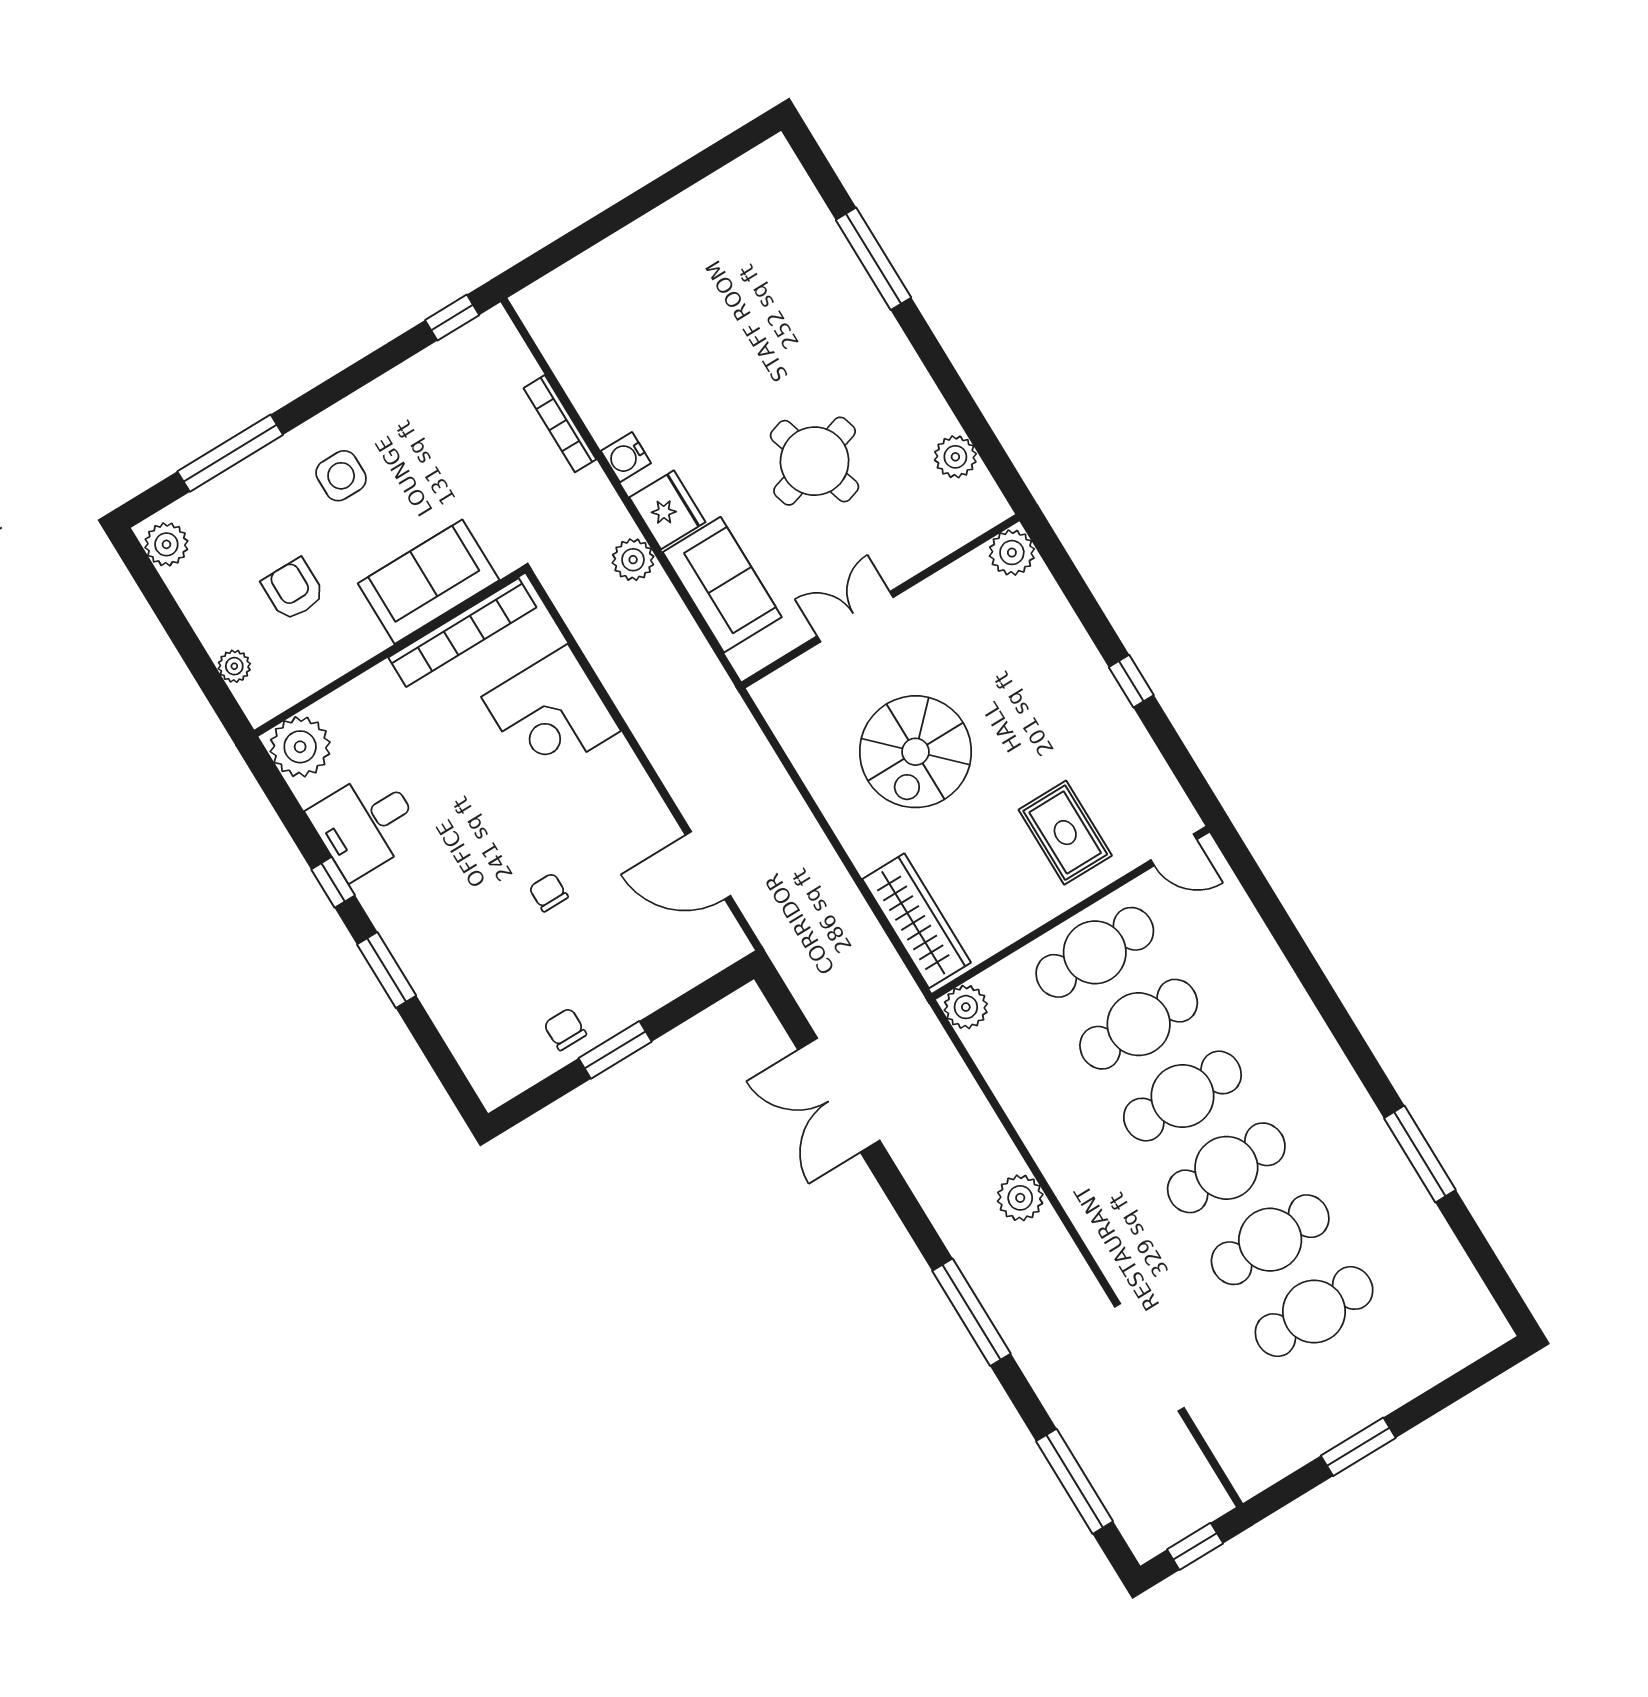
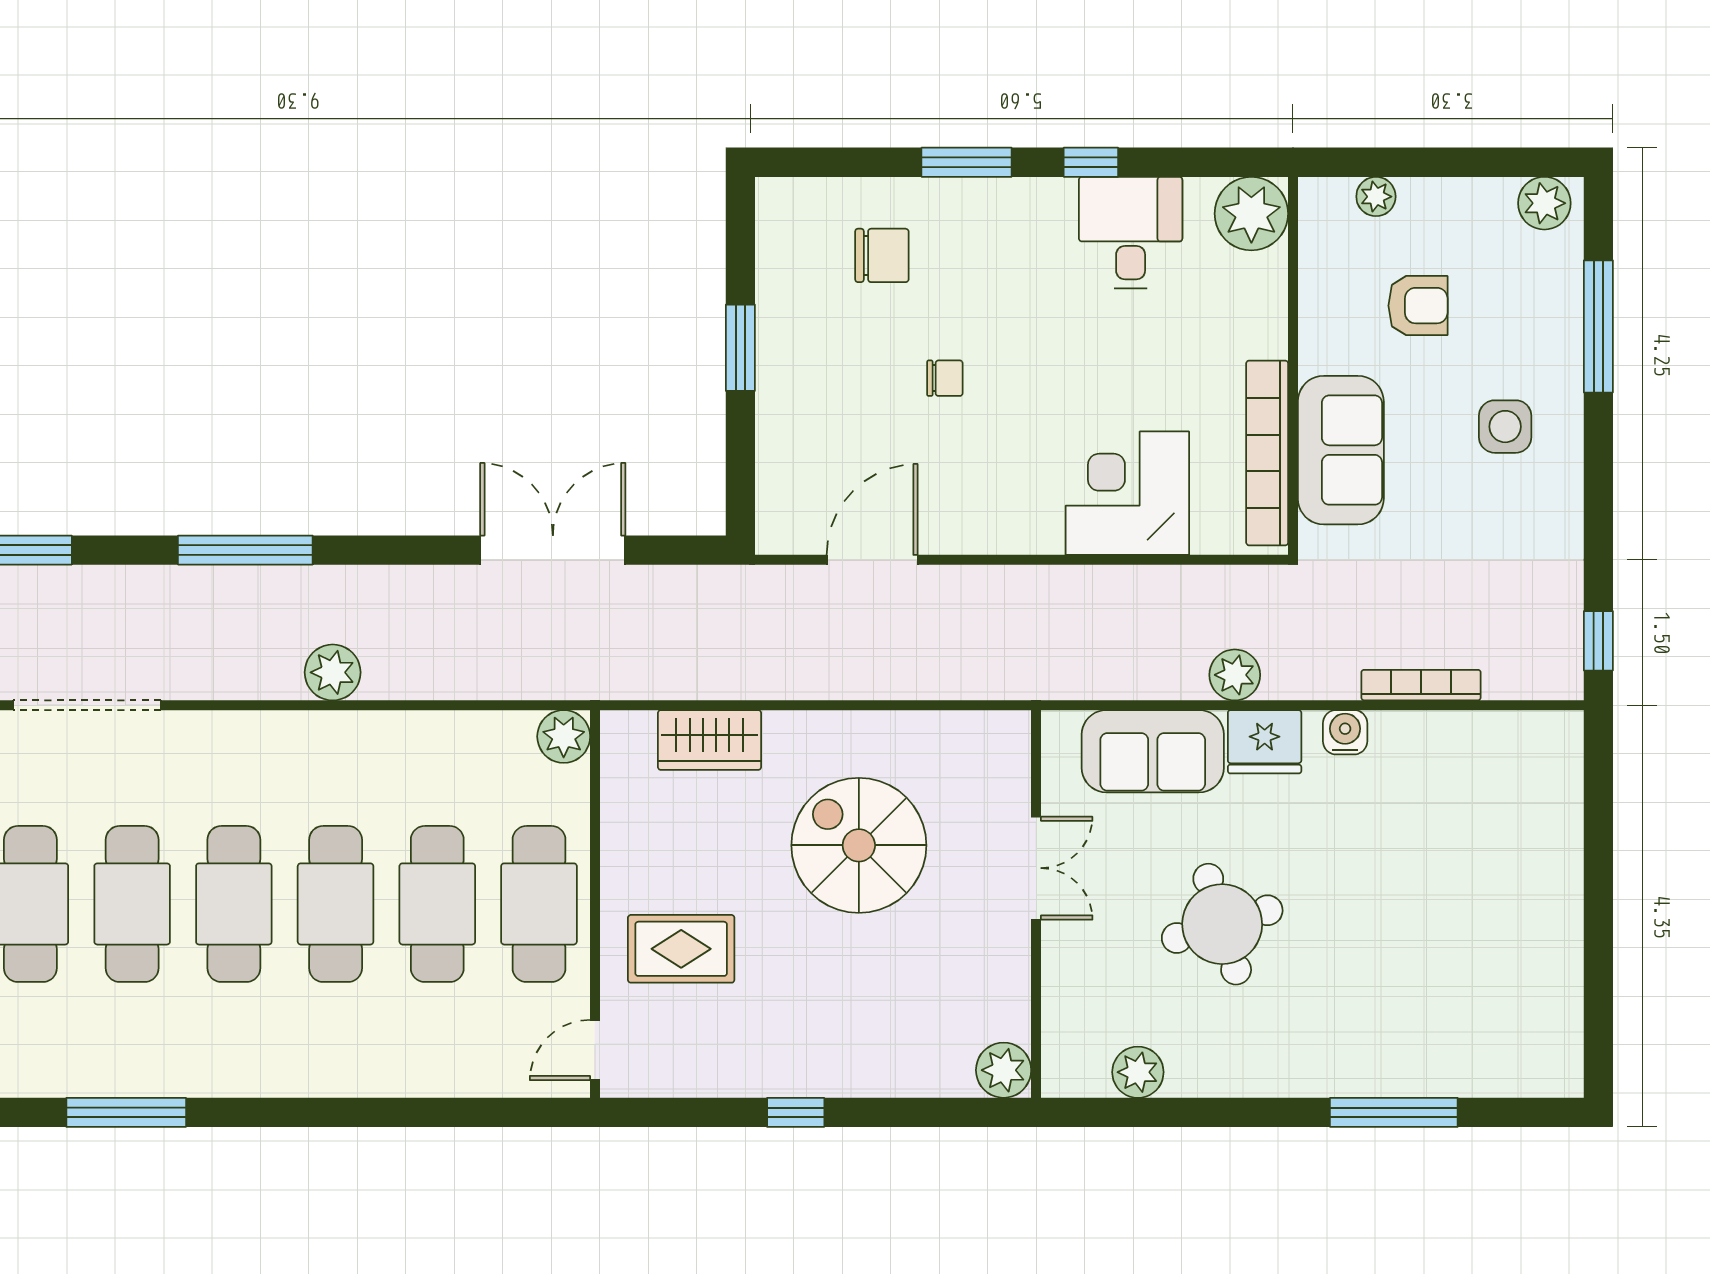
wardrobe: (917, 921) -> (710, 740), width x0.67
chair: (565, 1029) -> (882, 255), moved, width x1.37, depth x1.37

